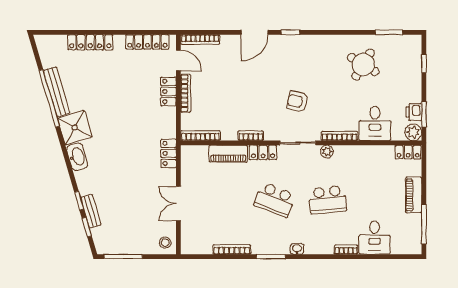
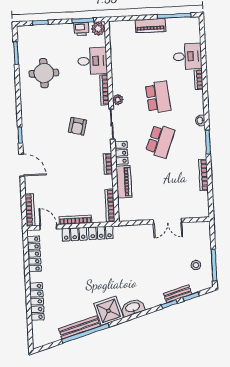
door: (178, 60) -> (48, 227), hinge flipped
round table: (363, 65) -> (44, 73), turned -31
locker: (408, 152) -> (115, 32), removed
locker: (169, 153) -> (101, 233), moved
stool: (165, 243) -> (196, 265), moved

